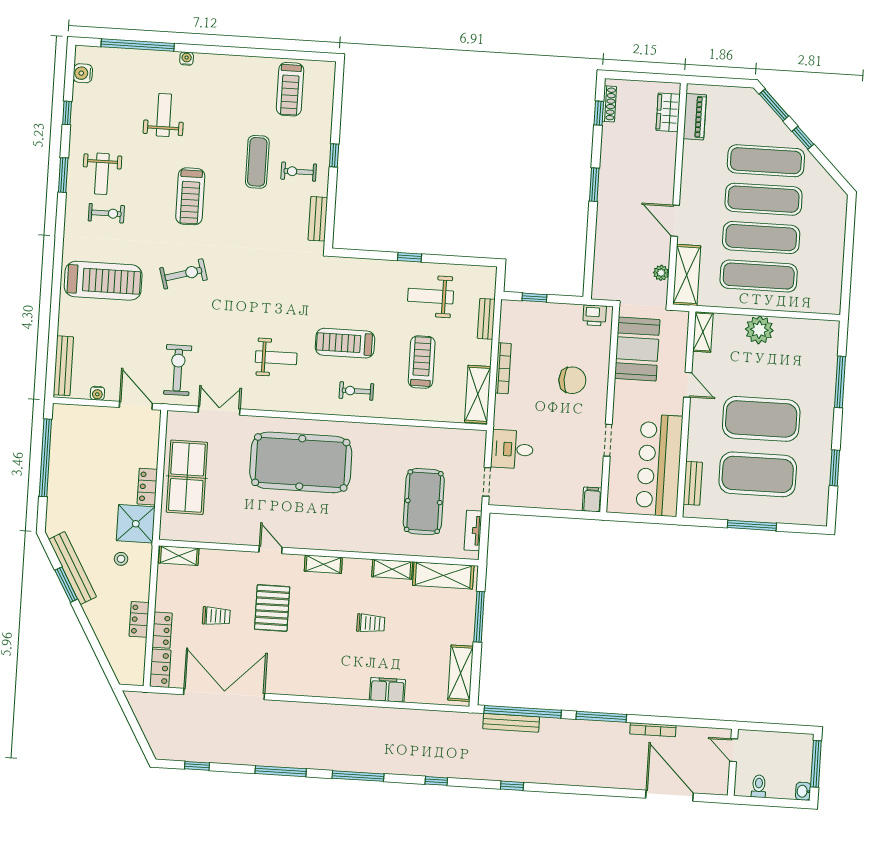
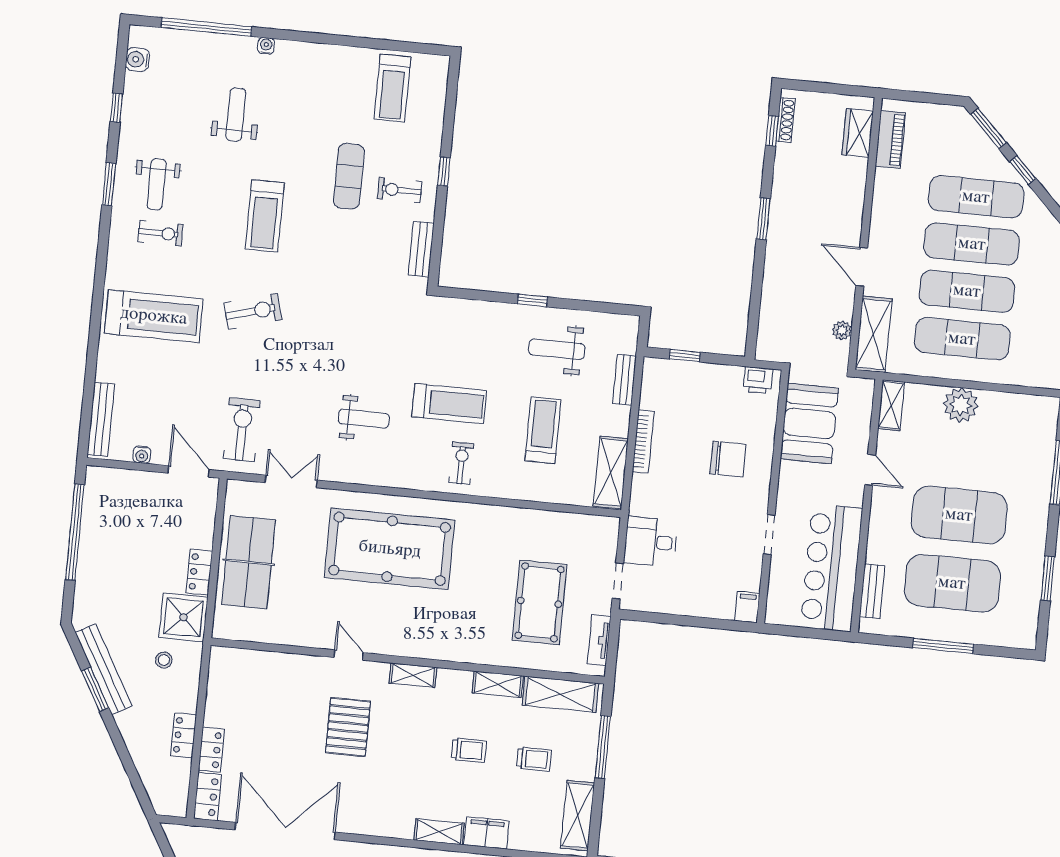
treadmill: (345, 343) -> (449, 404), turned 180
exercise bike: (356, 391) -> (461, 463), turned 90
shelving: (179, 556) -> (439, 832), moved
trolley: (216, 616) -> (534, 759), moved

